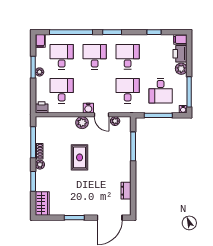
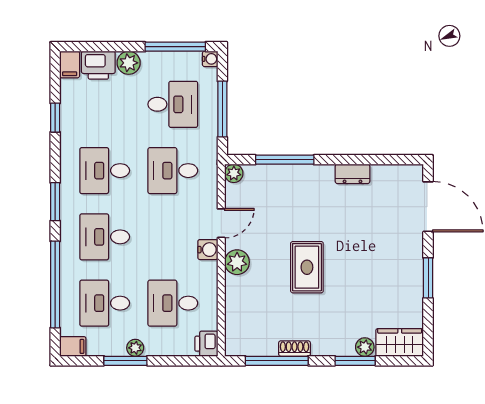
plant: (115, 121) -> (234, 173), moved
rug: (80, 157) -> (307, 267), turned 90
plant: (40, 165) -> (365, 347), moved
dresser: (126, 191) -> (353, 174), moved

